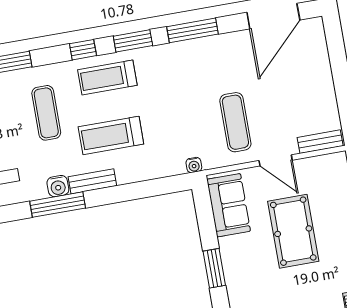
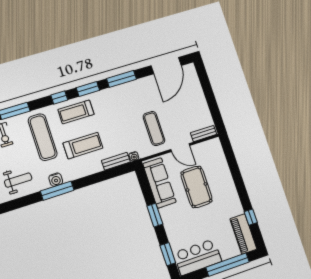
exercise mat: (46, 113) -> (43, 137), width x1.36, depth x1.45
treadmill: (111, 135) -> (83, 146), turned 180
bench: (92, 181) -> (116, 161), moved
sofa: (229, 205) -> (159, 183), width x1.36

